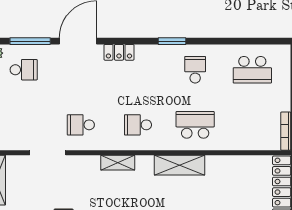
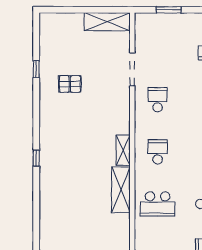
school desk: (195, 125) -> (158, 204), turned 90
shelving: (118, 163) -> (123, 150), moved

